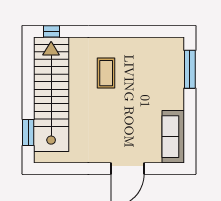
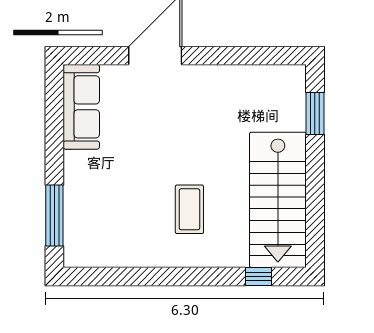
window: (52, 31) -> (258, 276), moved
stairs: (51, 94) -> (278, 200), width x0.73

